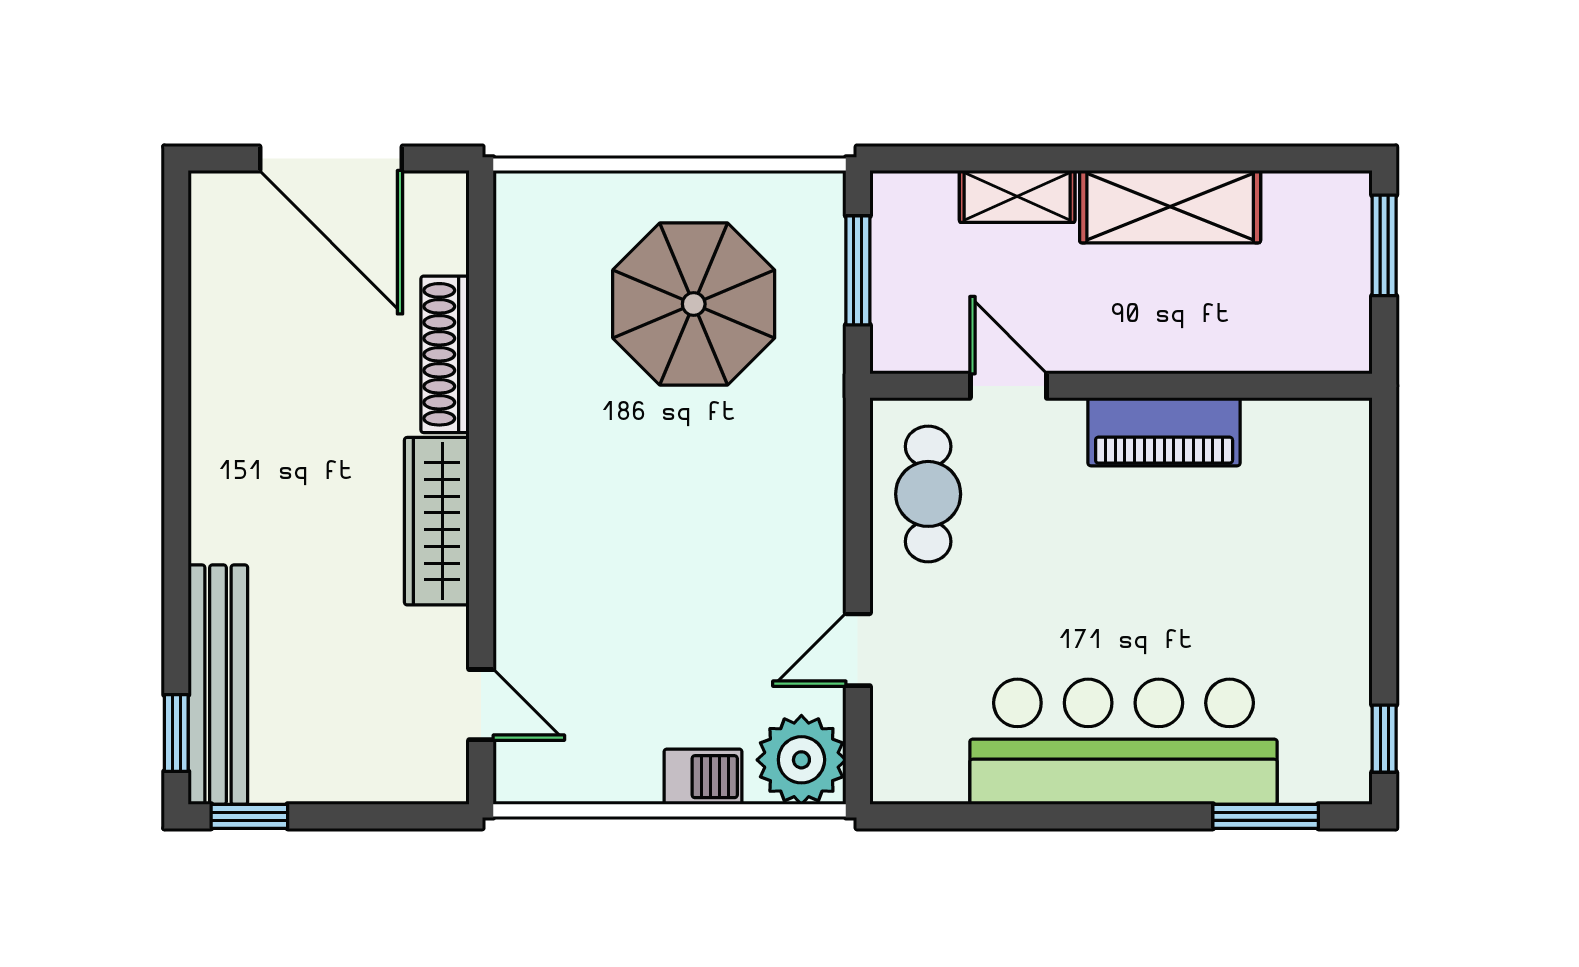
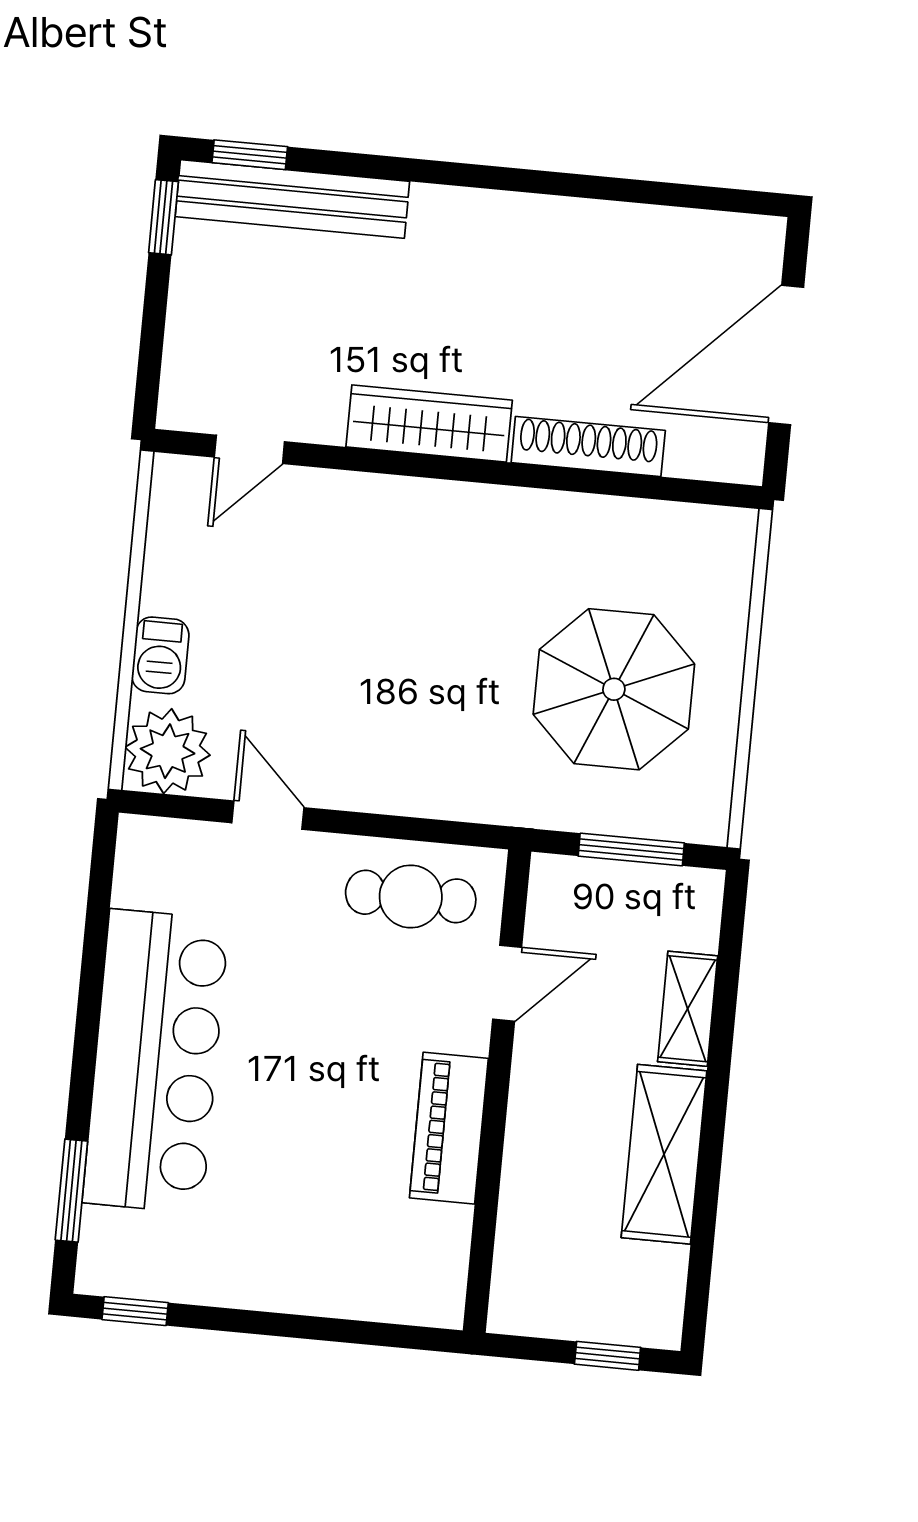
window: (1384, 245) -> (608, 1356), width x0.67

